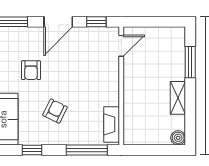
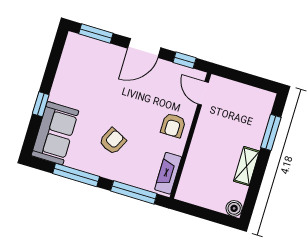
door: (121, 46) -> (203, 93), swing flipped
armchair: (31, 70) -> (173, 125), moved
window: (32, 150) -> (76, 175), width x2.17

